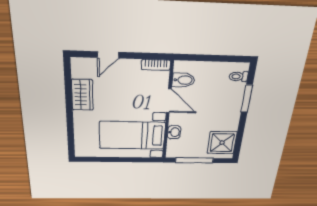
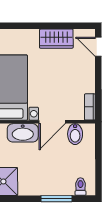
door: (108, 55) -> (98, 47), moved
washbasin: (174, 132) -> (23, 133), width x1.91, depth x1.45

